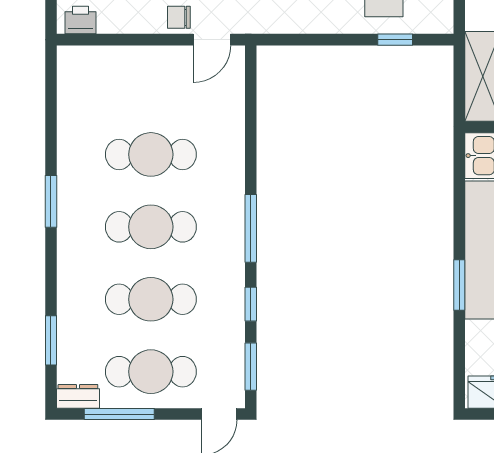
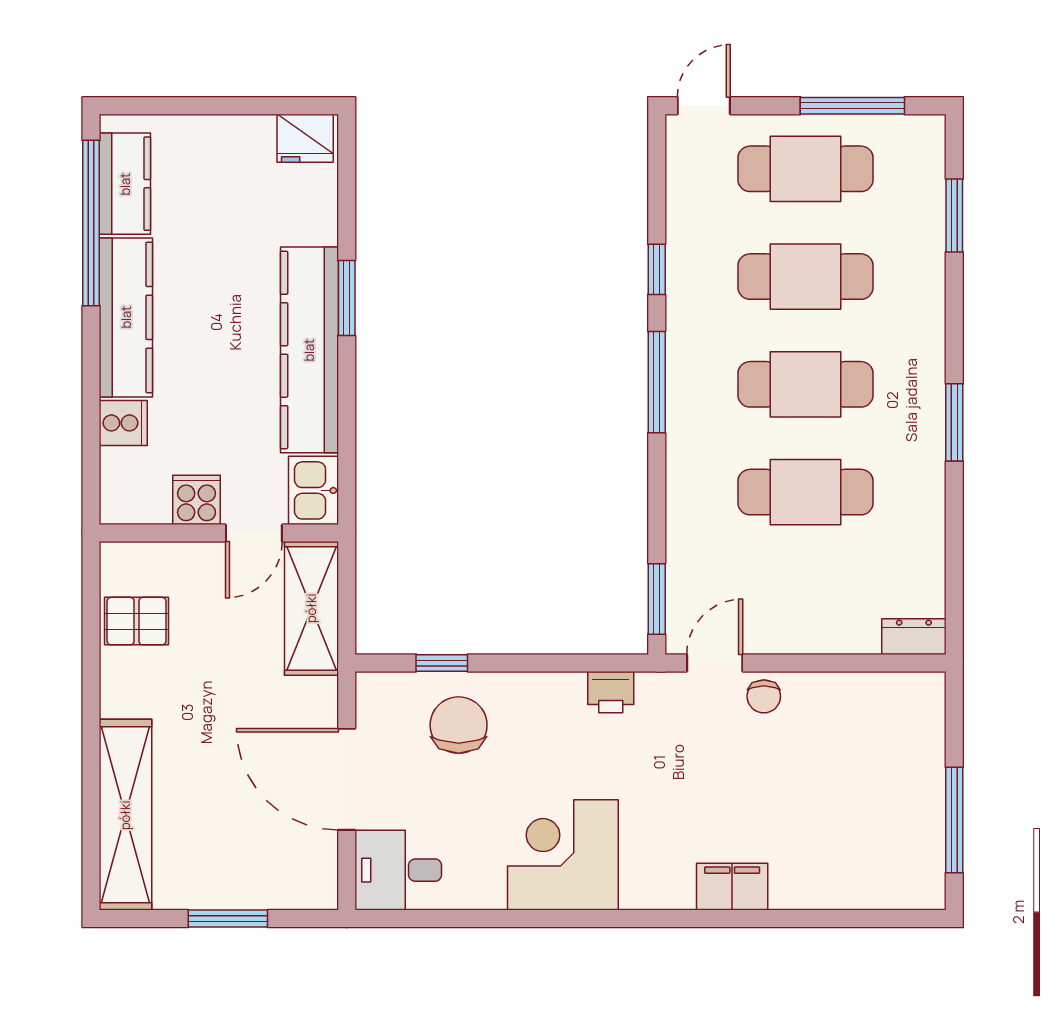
chair: (179, 17) -> (764, 696), turned 90
printer: (80, 20) -> (611, 692), moved
window: (251, 367) -> (657, 599), moved
dresser: (78, 396) -> (914, 637), moved, turned 180

